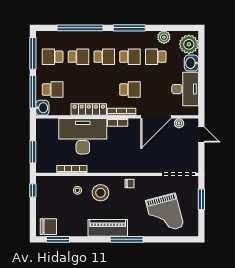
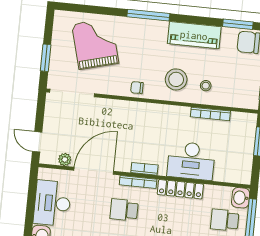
desk: (83, 136) -> (191, 161), width x0.73, depth x0.77
piano: (108, 228) -> (194, 35), moved

